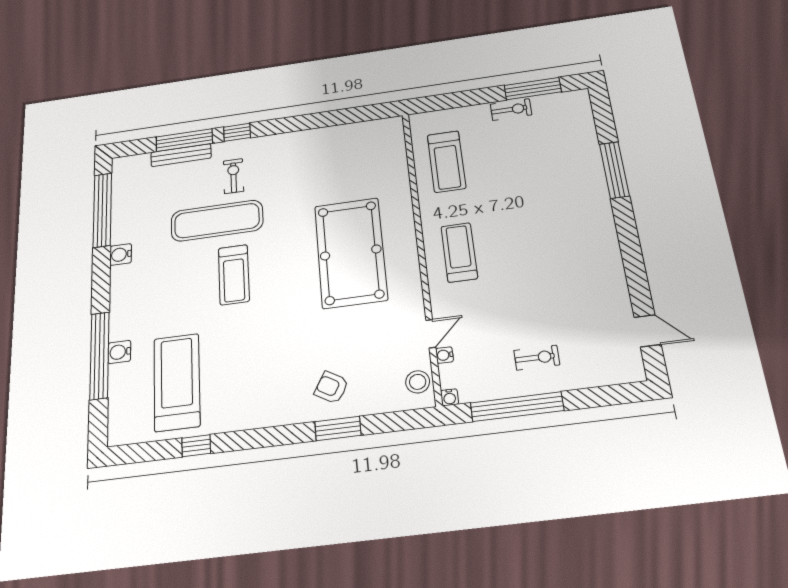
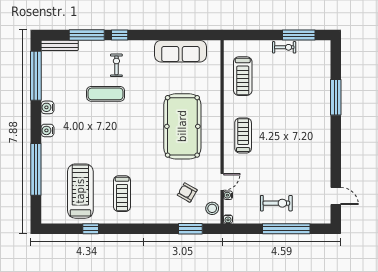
sofa: (338, 140) -> (180, 51), added
bench: (181, 155) -> (60, 45), moved
exercise mat: (217, 221) -> (106, 94), width x0.73, depth x0.69
treadmill: (234, 275) -> (122, 194), moved
water cooler: (119, 352) -> (47, 130), moved
exercise bike: (537, 358) -> (276, 203), width x1.38, depth x1.39
armchair: (331, 387) -> (187, 193), moved
window: (517, 407) -> (286, 229), moved
window: (338, 428) -> (190, 229), moved

